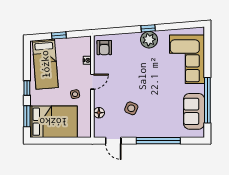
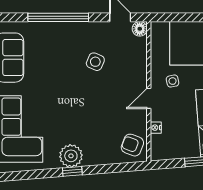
armchair: (104, 48) -> (132, 145), turned -69
floor lamp: (99, 113) -> (140, 29), moved

